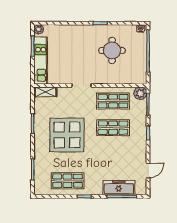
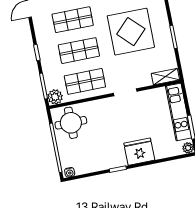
fridge: (80, 34) -> (139, 152), added
round table: (112, 50) -> (71, 123), moved
shop shelf: (113, 154) -> (73, 20), added

